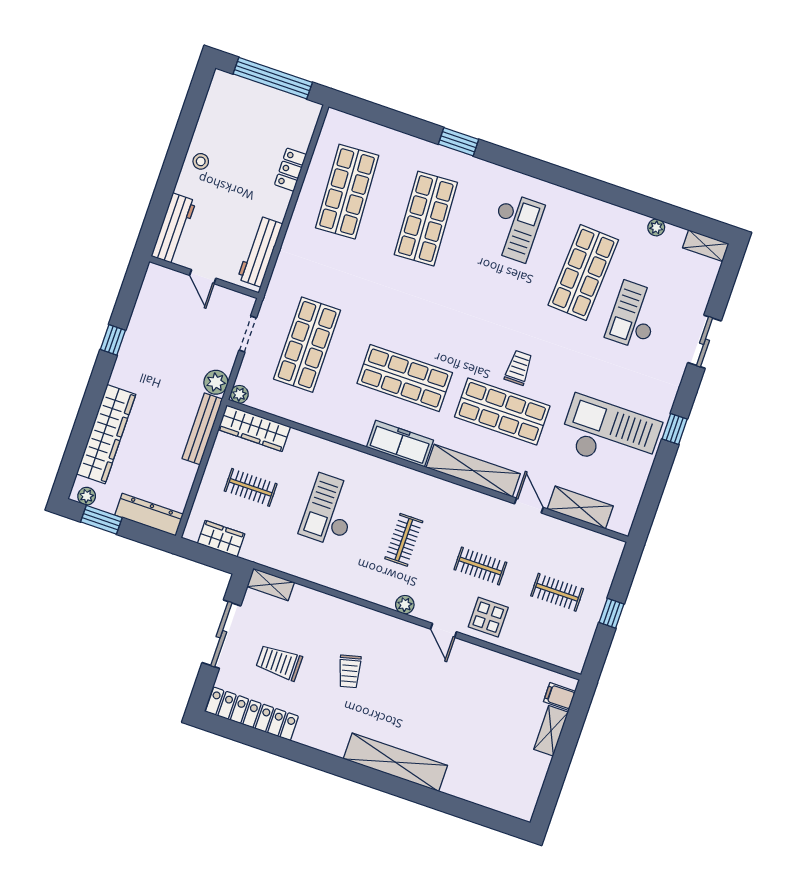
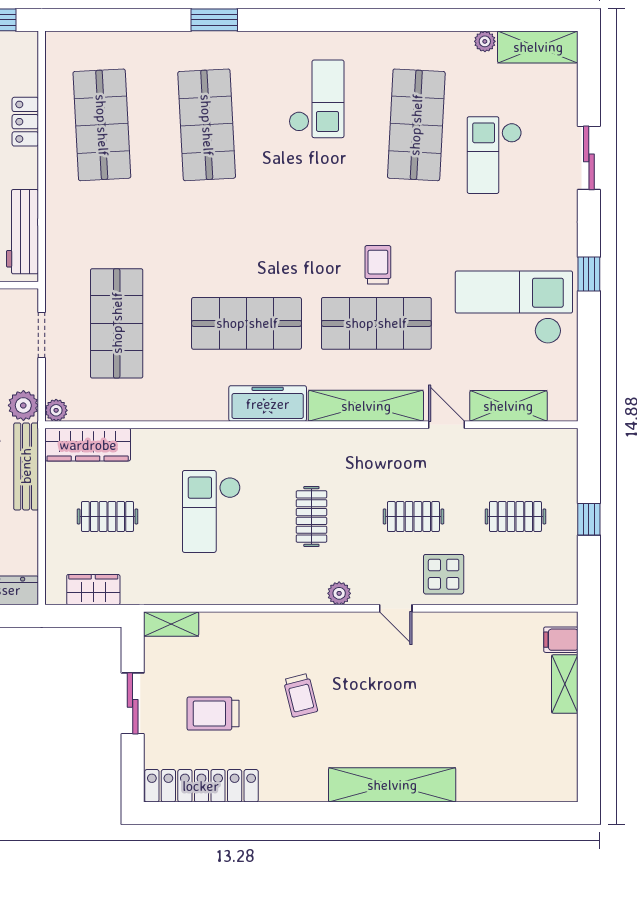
shelving: (706, 246) -> (538, 47), width x1.50, depth x1.33
sliding door: (221, 634) -> (133, 703), width x0.73

